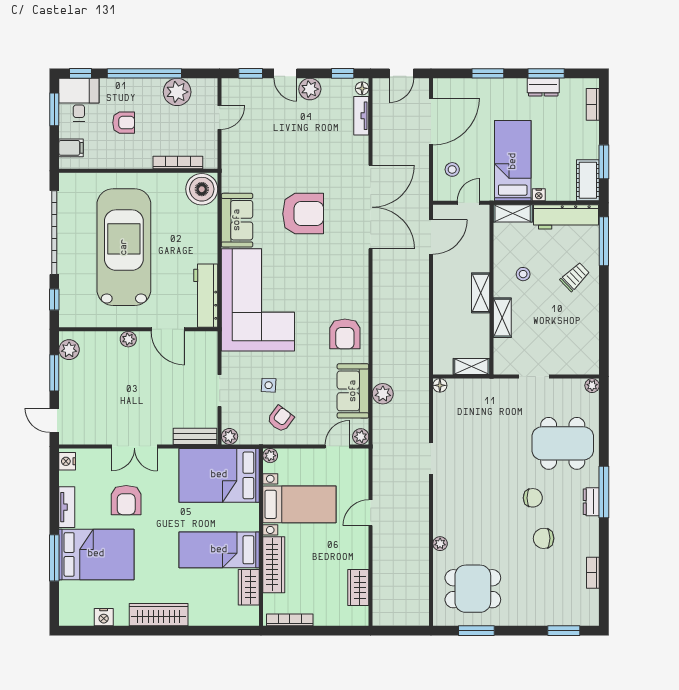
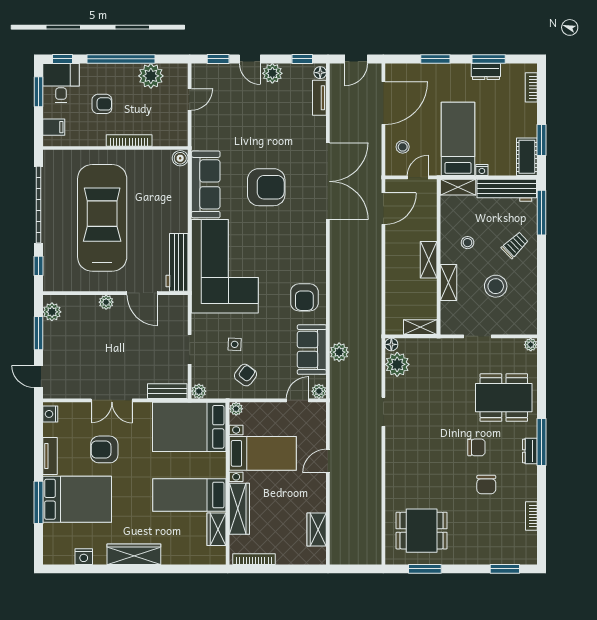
bookcase: (178, 162) -> (129, 140), moved
boiler: (202, 189) -> (180, 158), width x0.54, depth x0.54
sofa: (237, 220) -> (206, 184), width x1.36
stool: (554, 322) -> (496, 286), added
armchair: (126, 500) -> (104, 449), turned 90
chair: (544, 538) -> (486, 485), turned -90
plant: (440, 544) -> (397, 364), moved, width x1.88, depth x1.88

